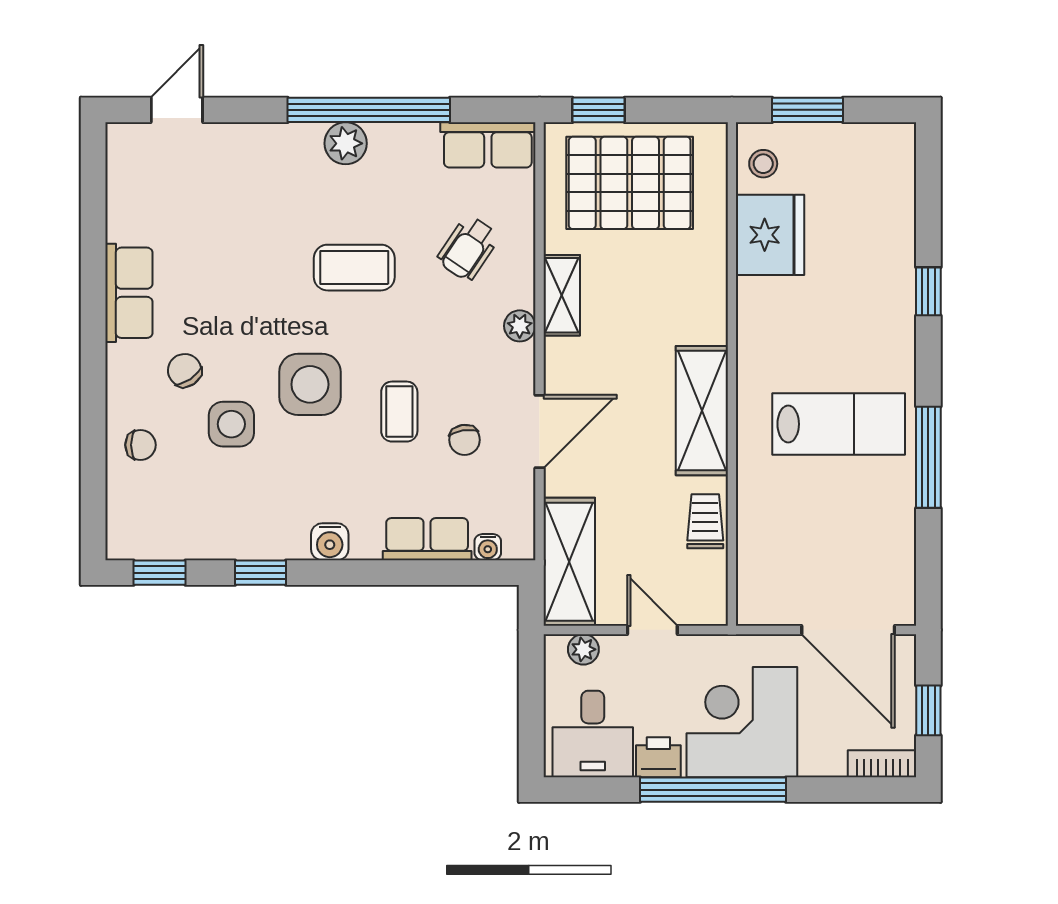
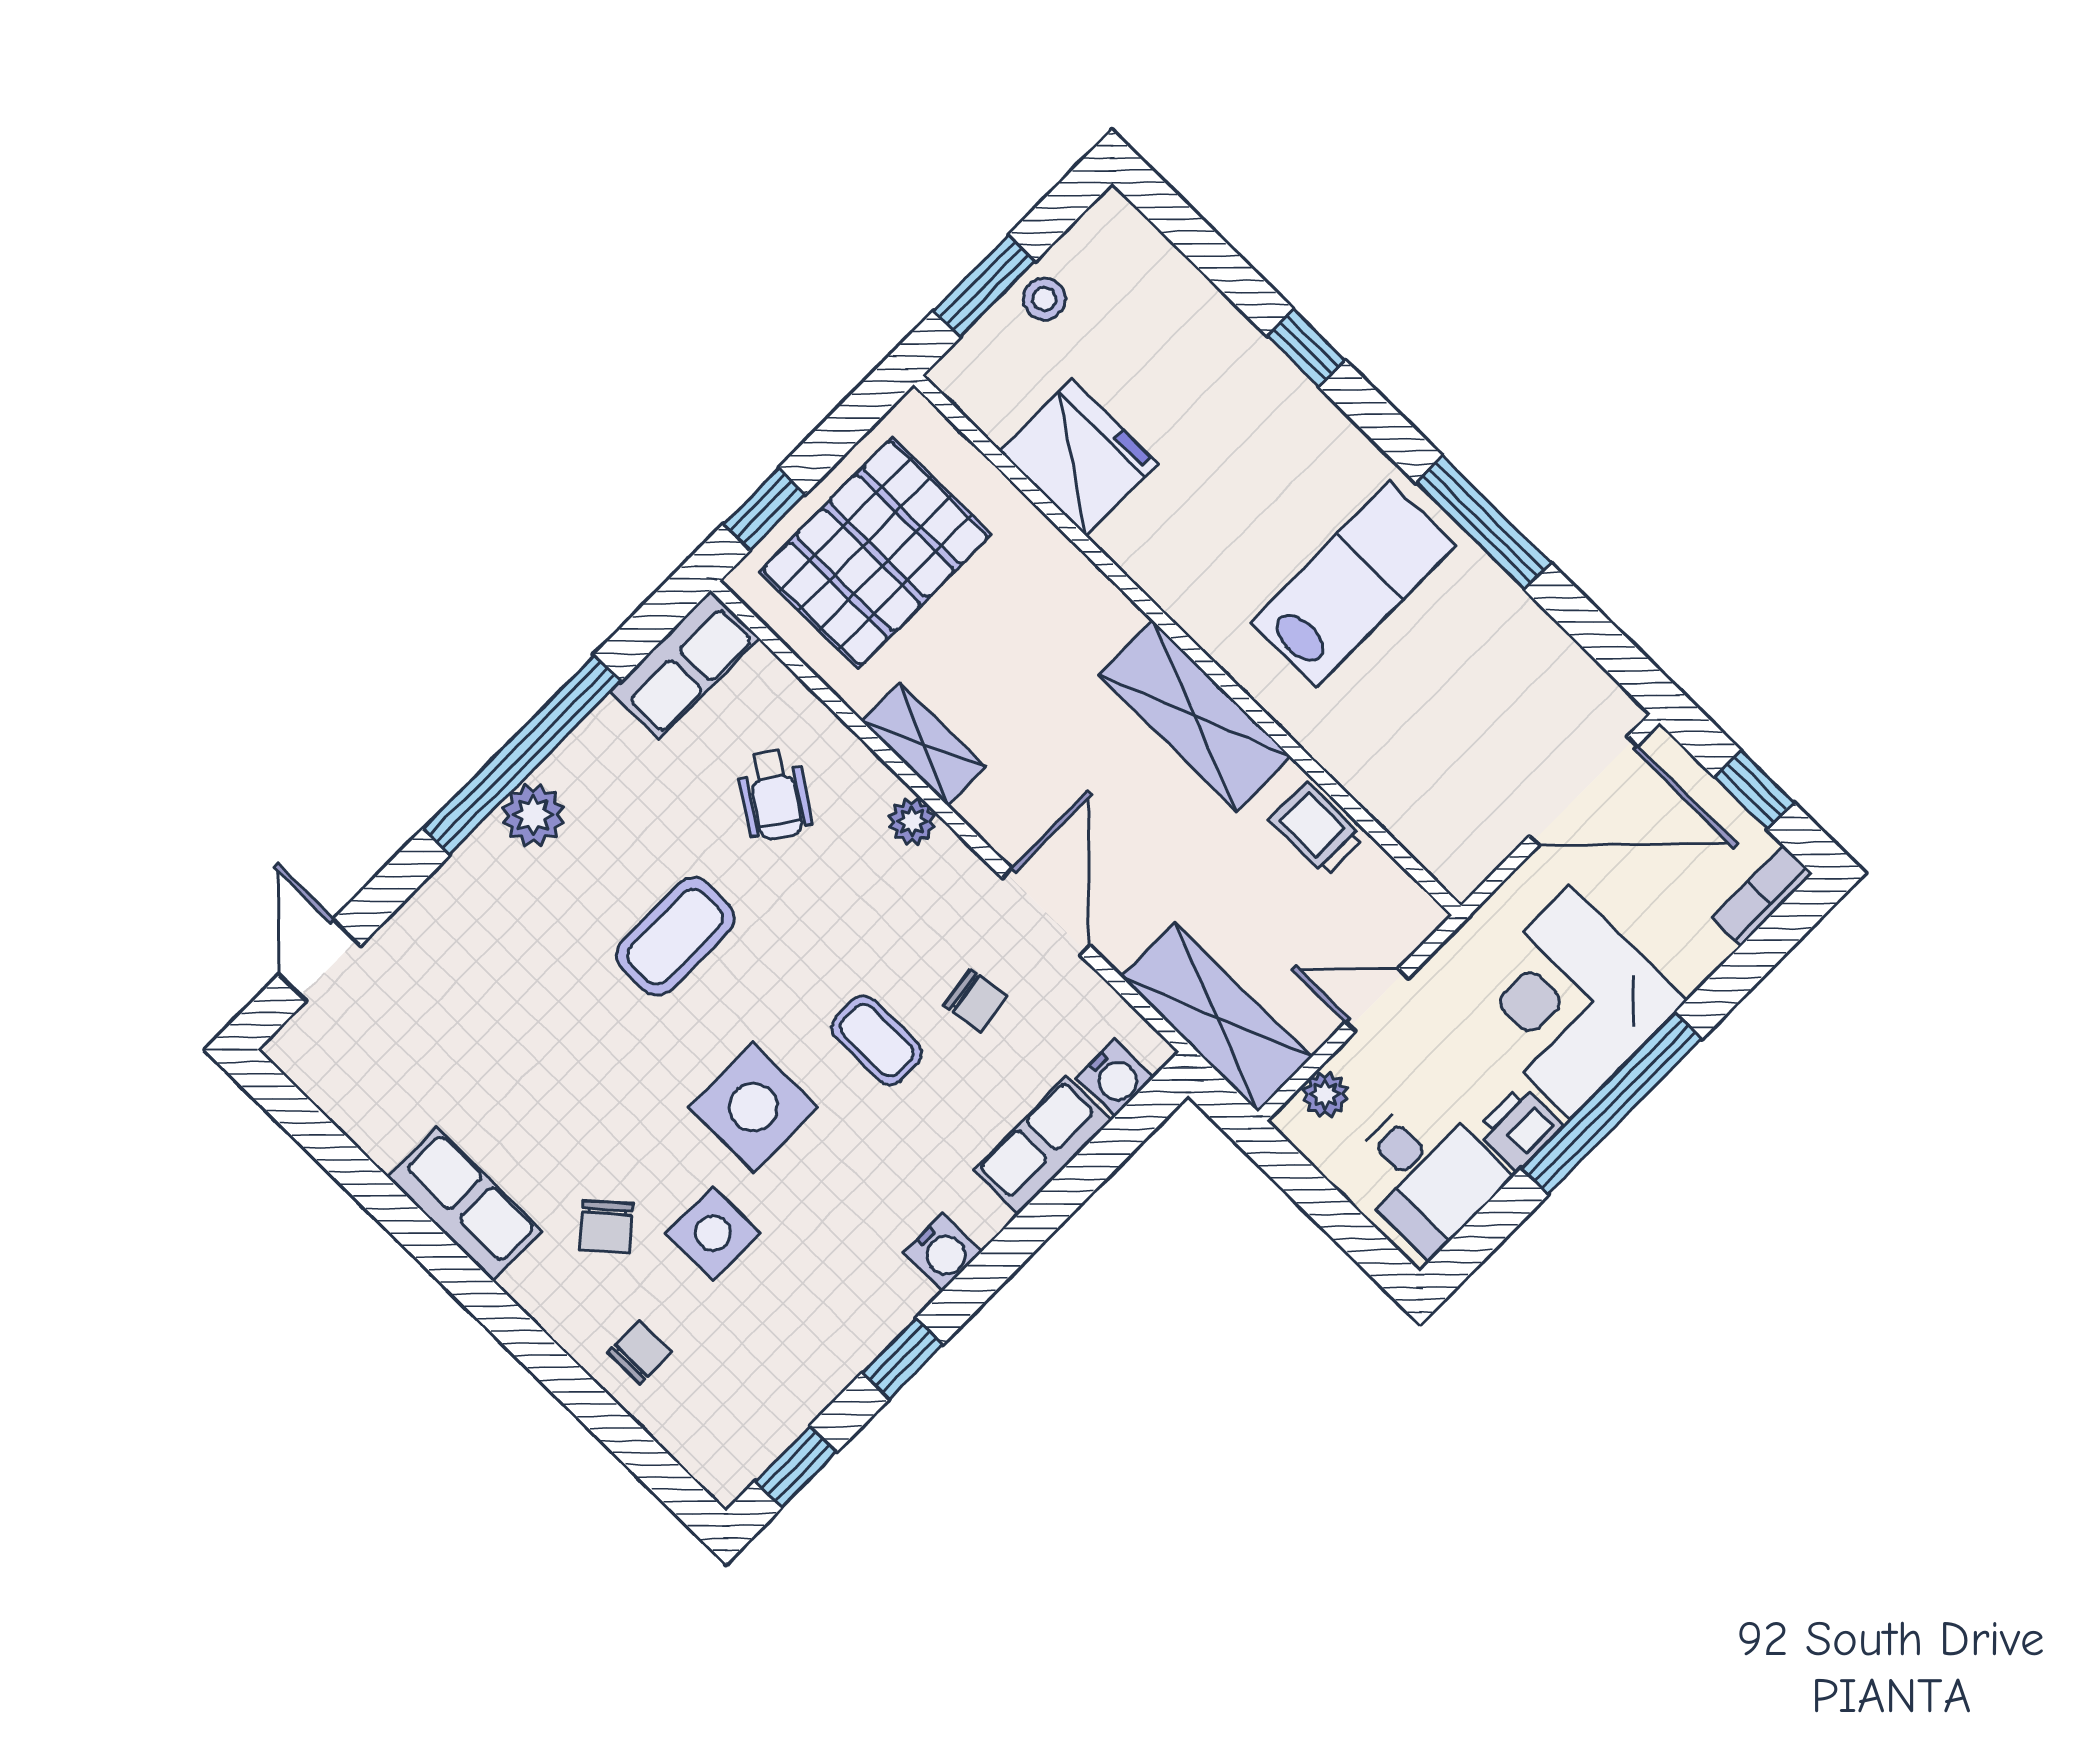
stool: (763, 164) -> (1044, 299), moved
chair: (185, 370) -> (606, 1227), turned -97
water cooler: (488, 547) -> (1115, 1078), width x1.38, depth x1.38

